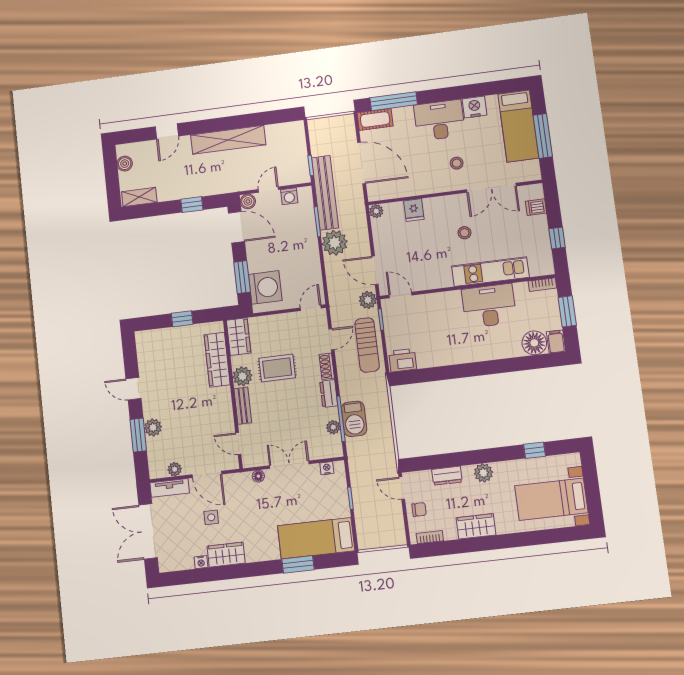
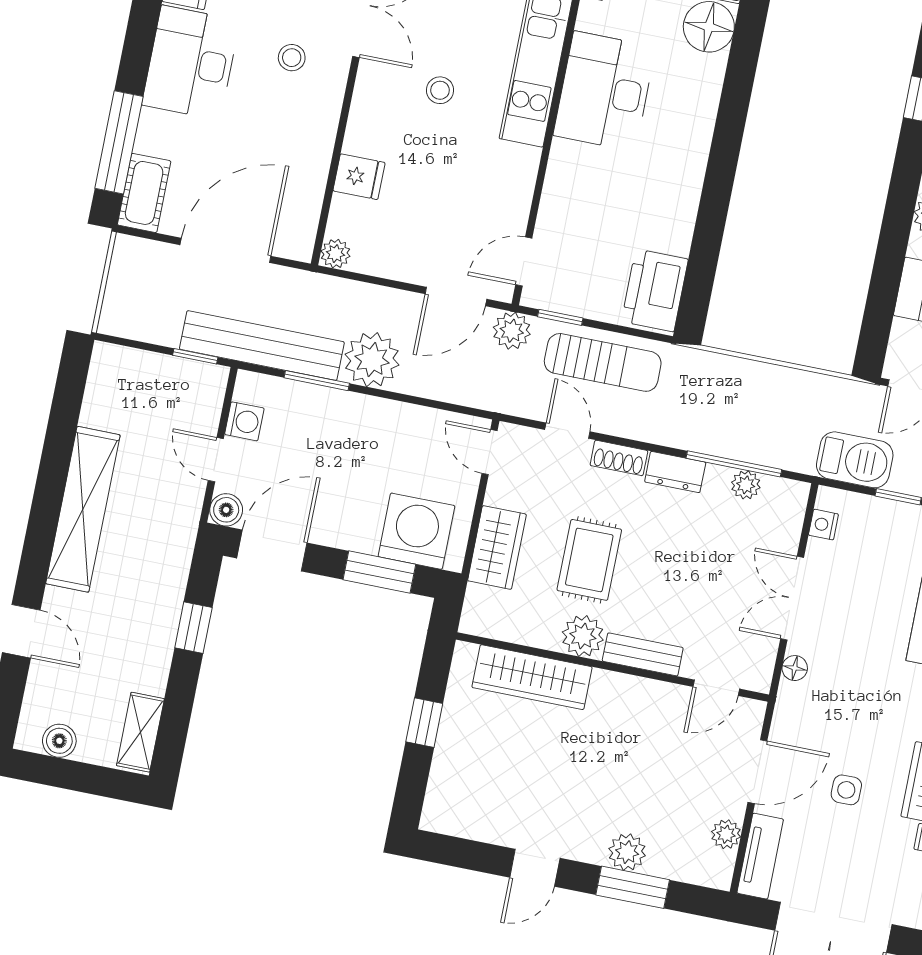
wardrobe: (239, 337) -> (497, 547), moved, turned 90
printer: (403, 360) -> (655, 290), width x1.37, depth x1.19
barbecue: (354, 419) -> (855, 460), moved

